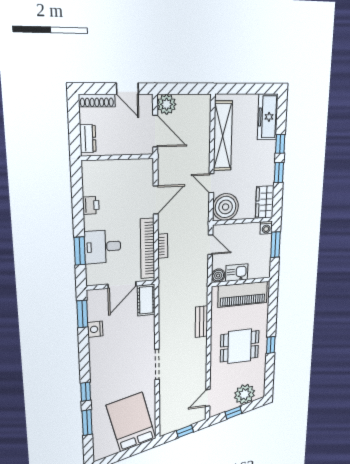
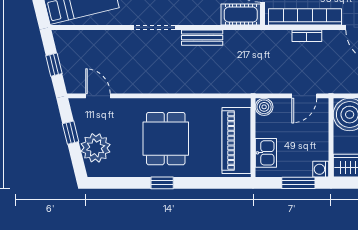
kitchen sink: (237, 273) -> (266, 153), moved
bench: (201, 322) -> (202, 38), moved

